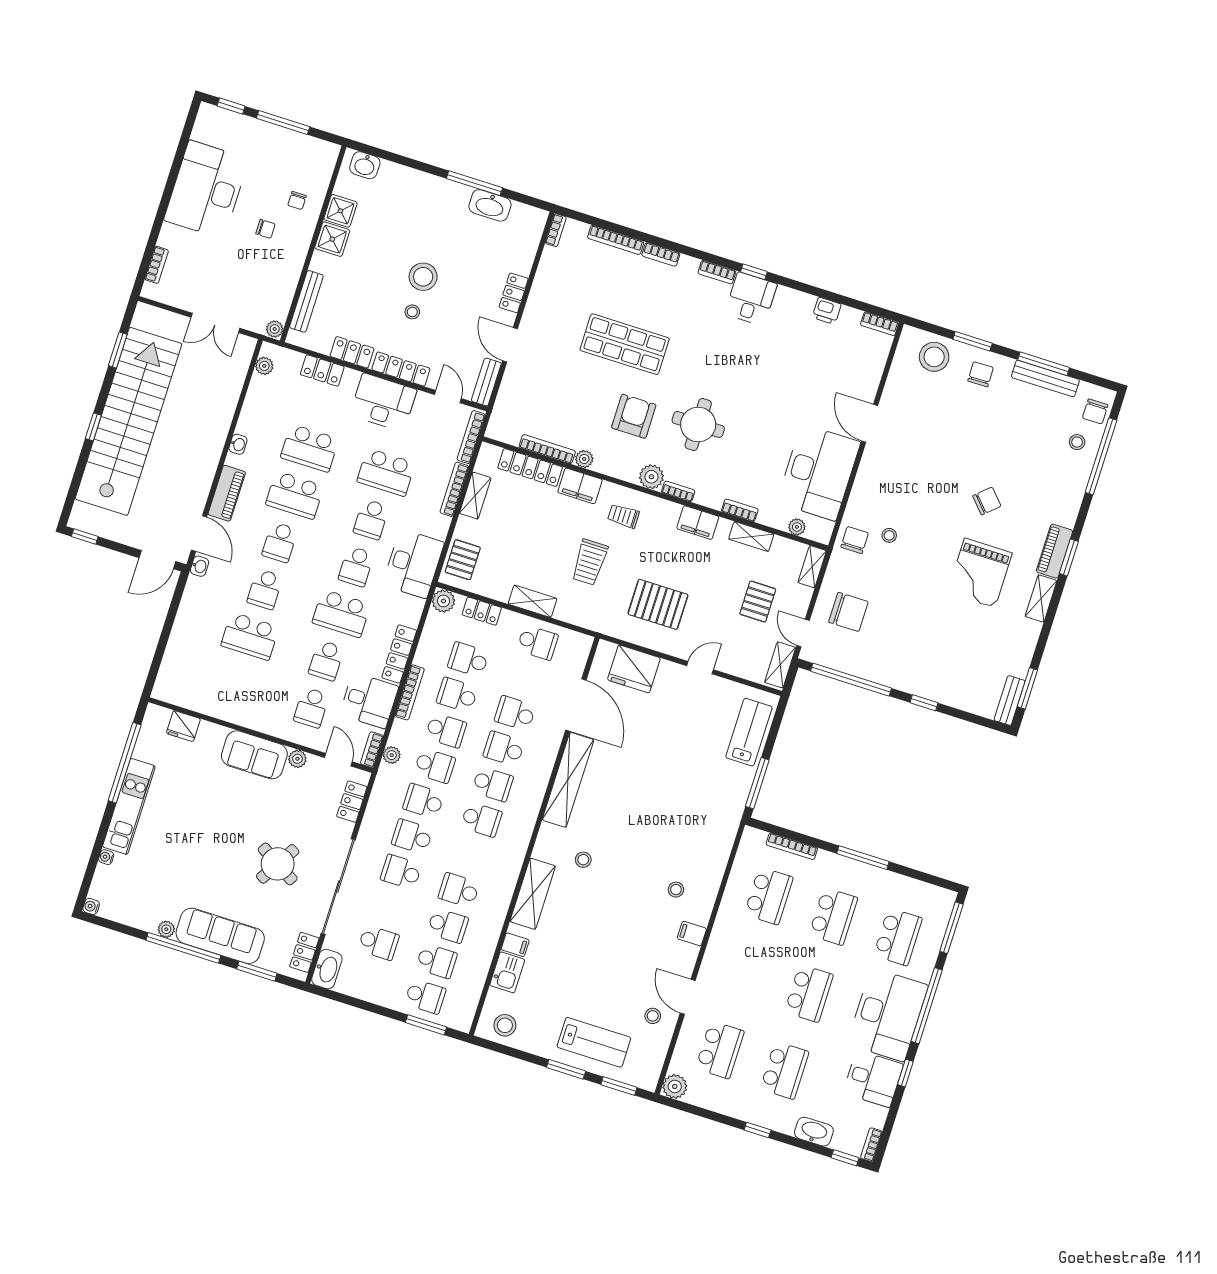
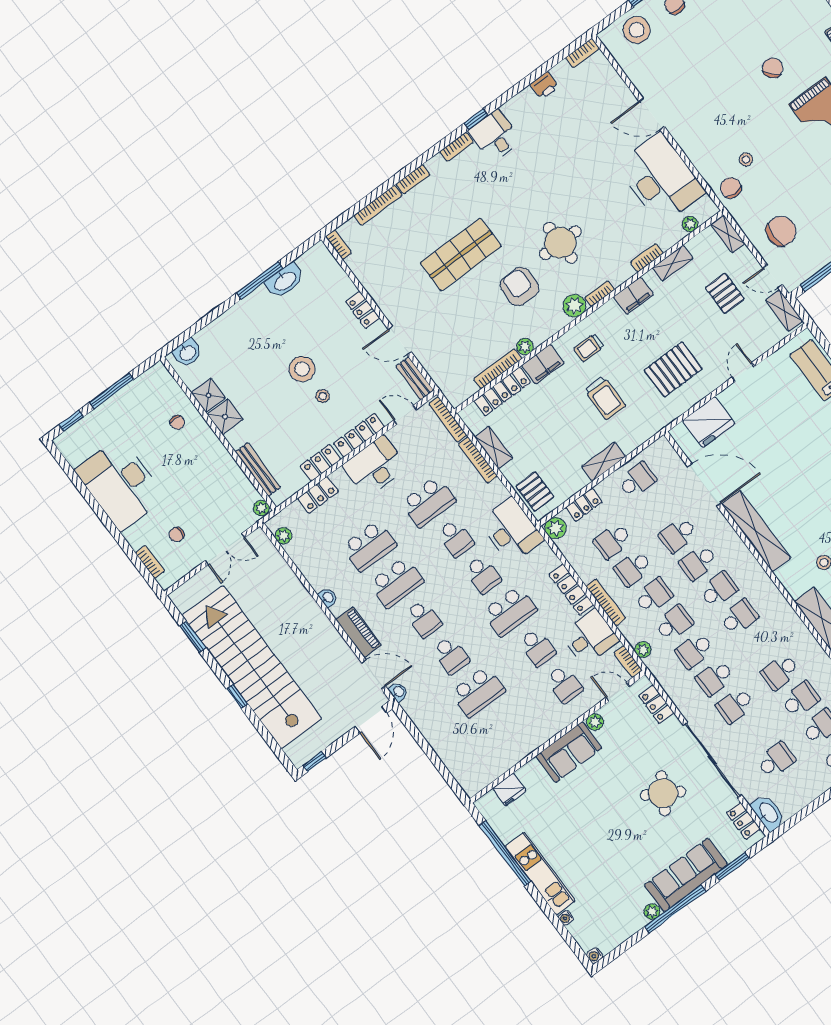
chair: (266, 229) -> (177, 535), moved, turned 180

